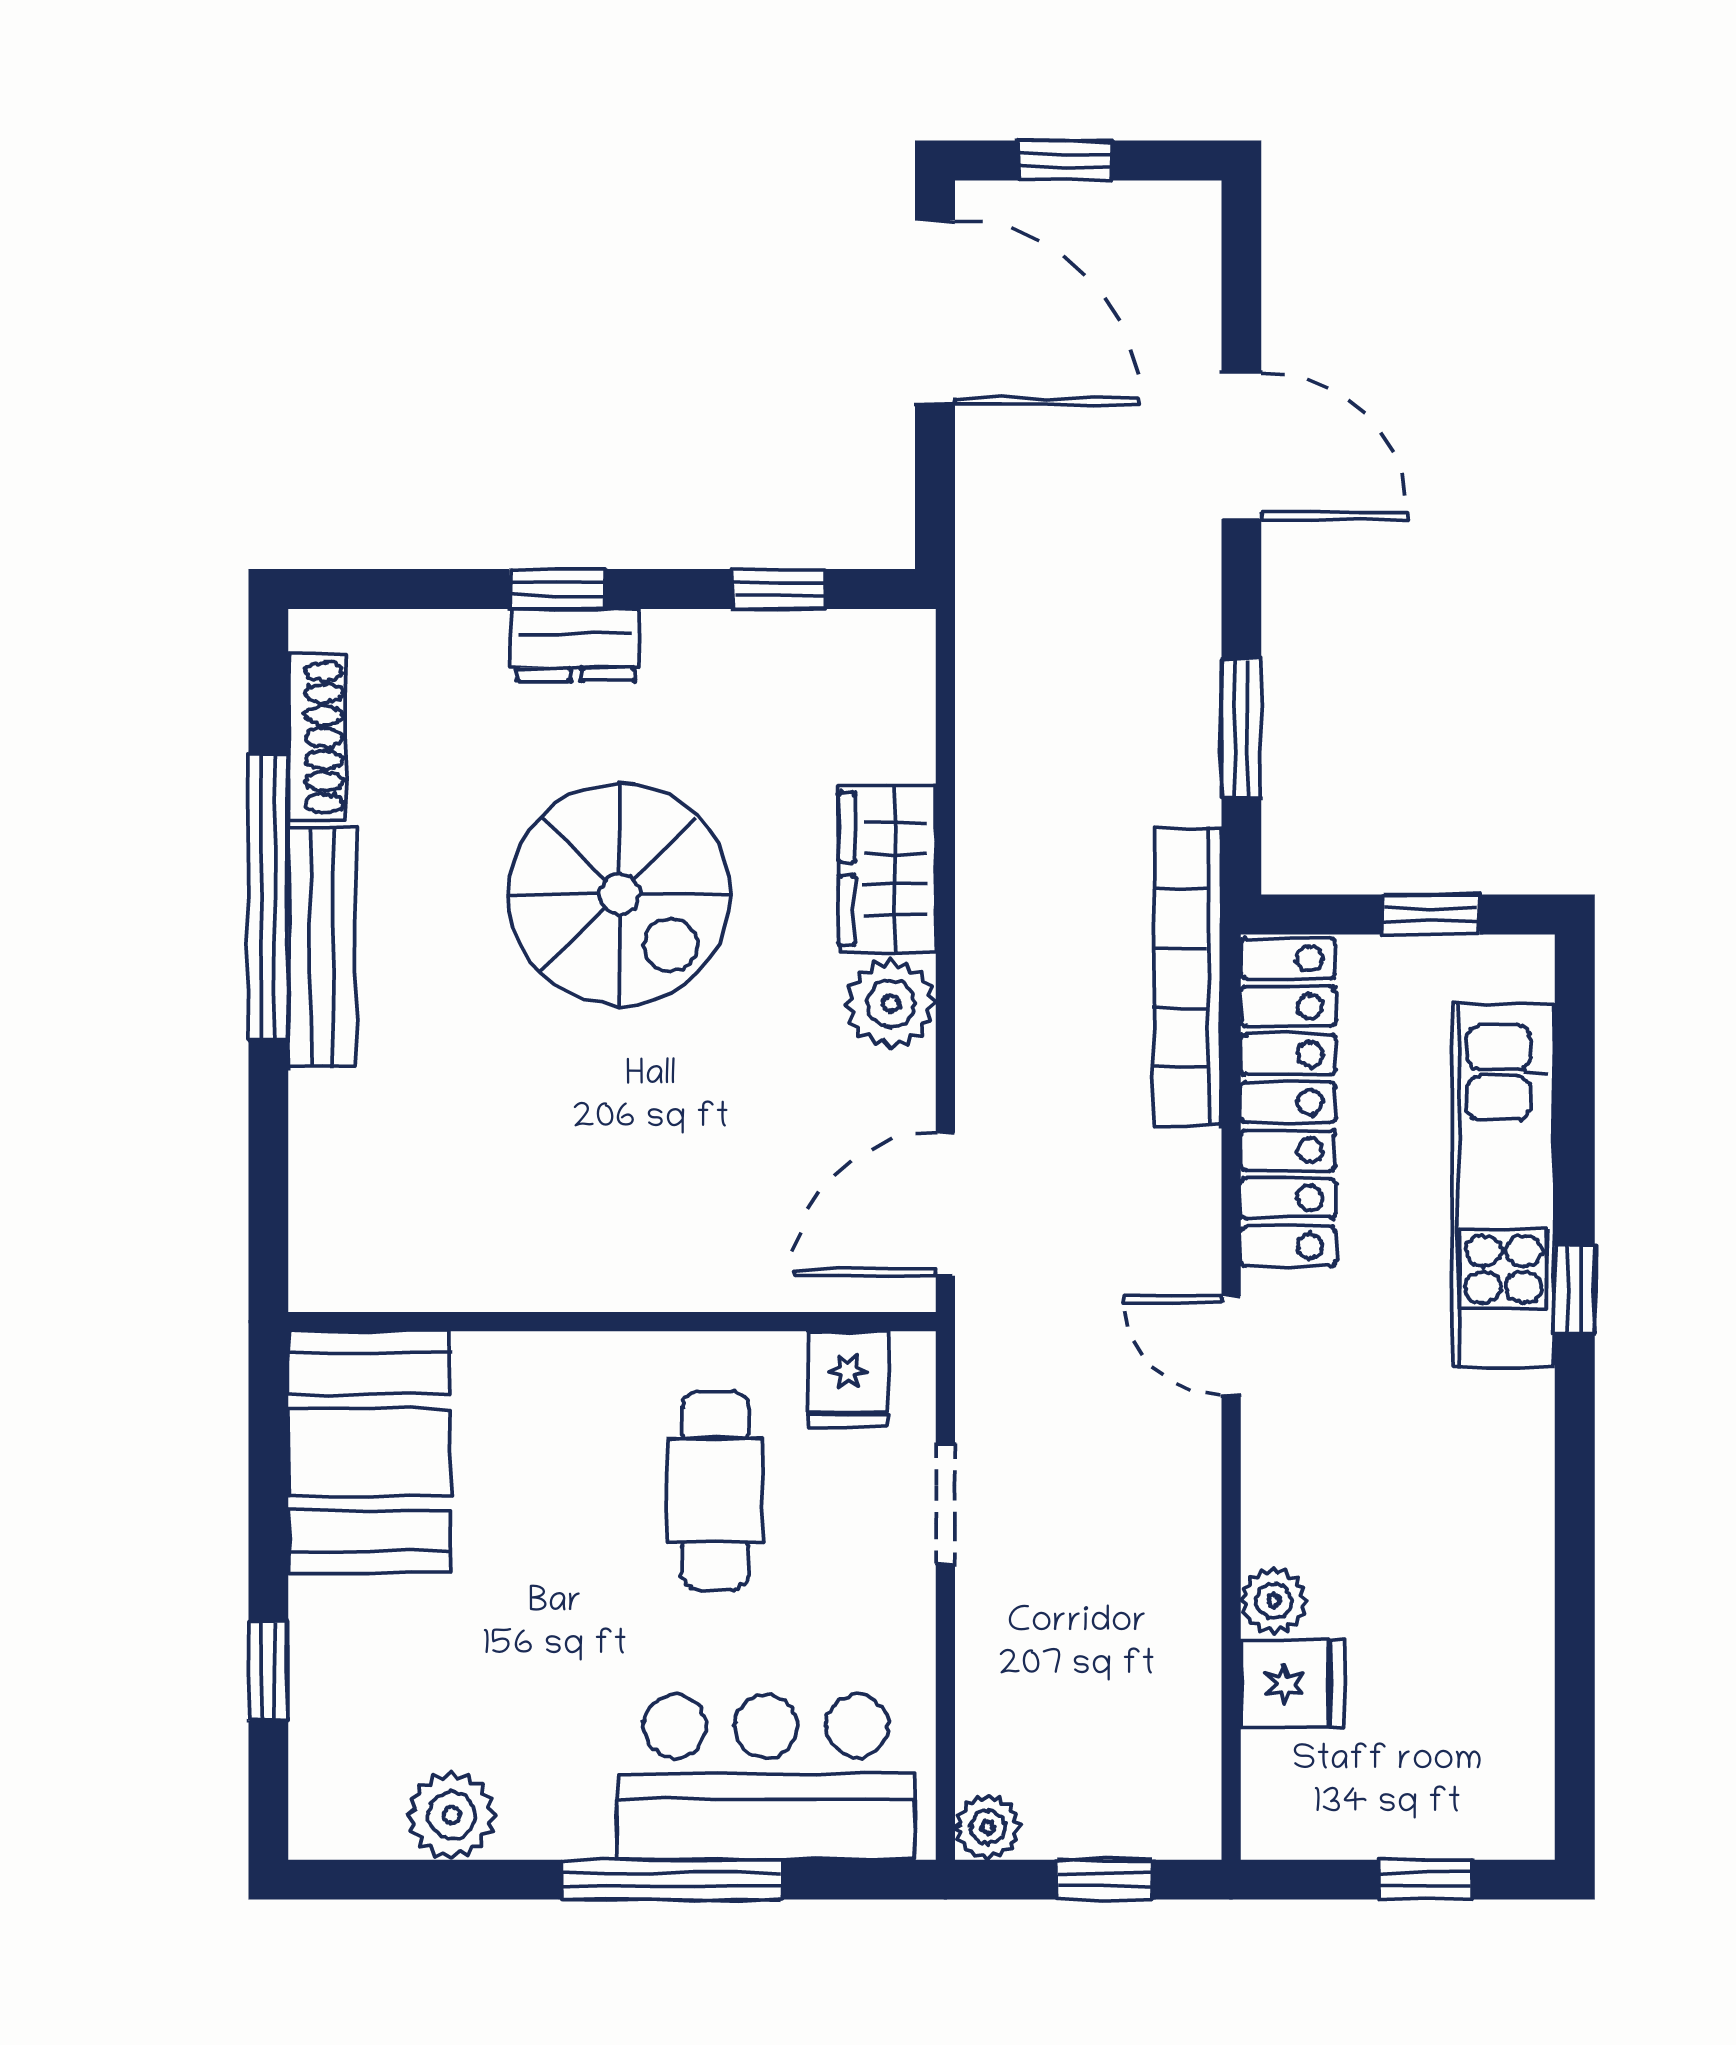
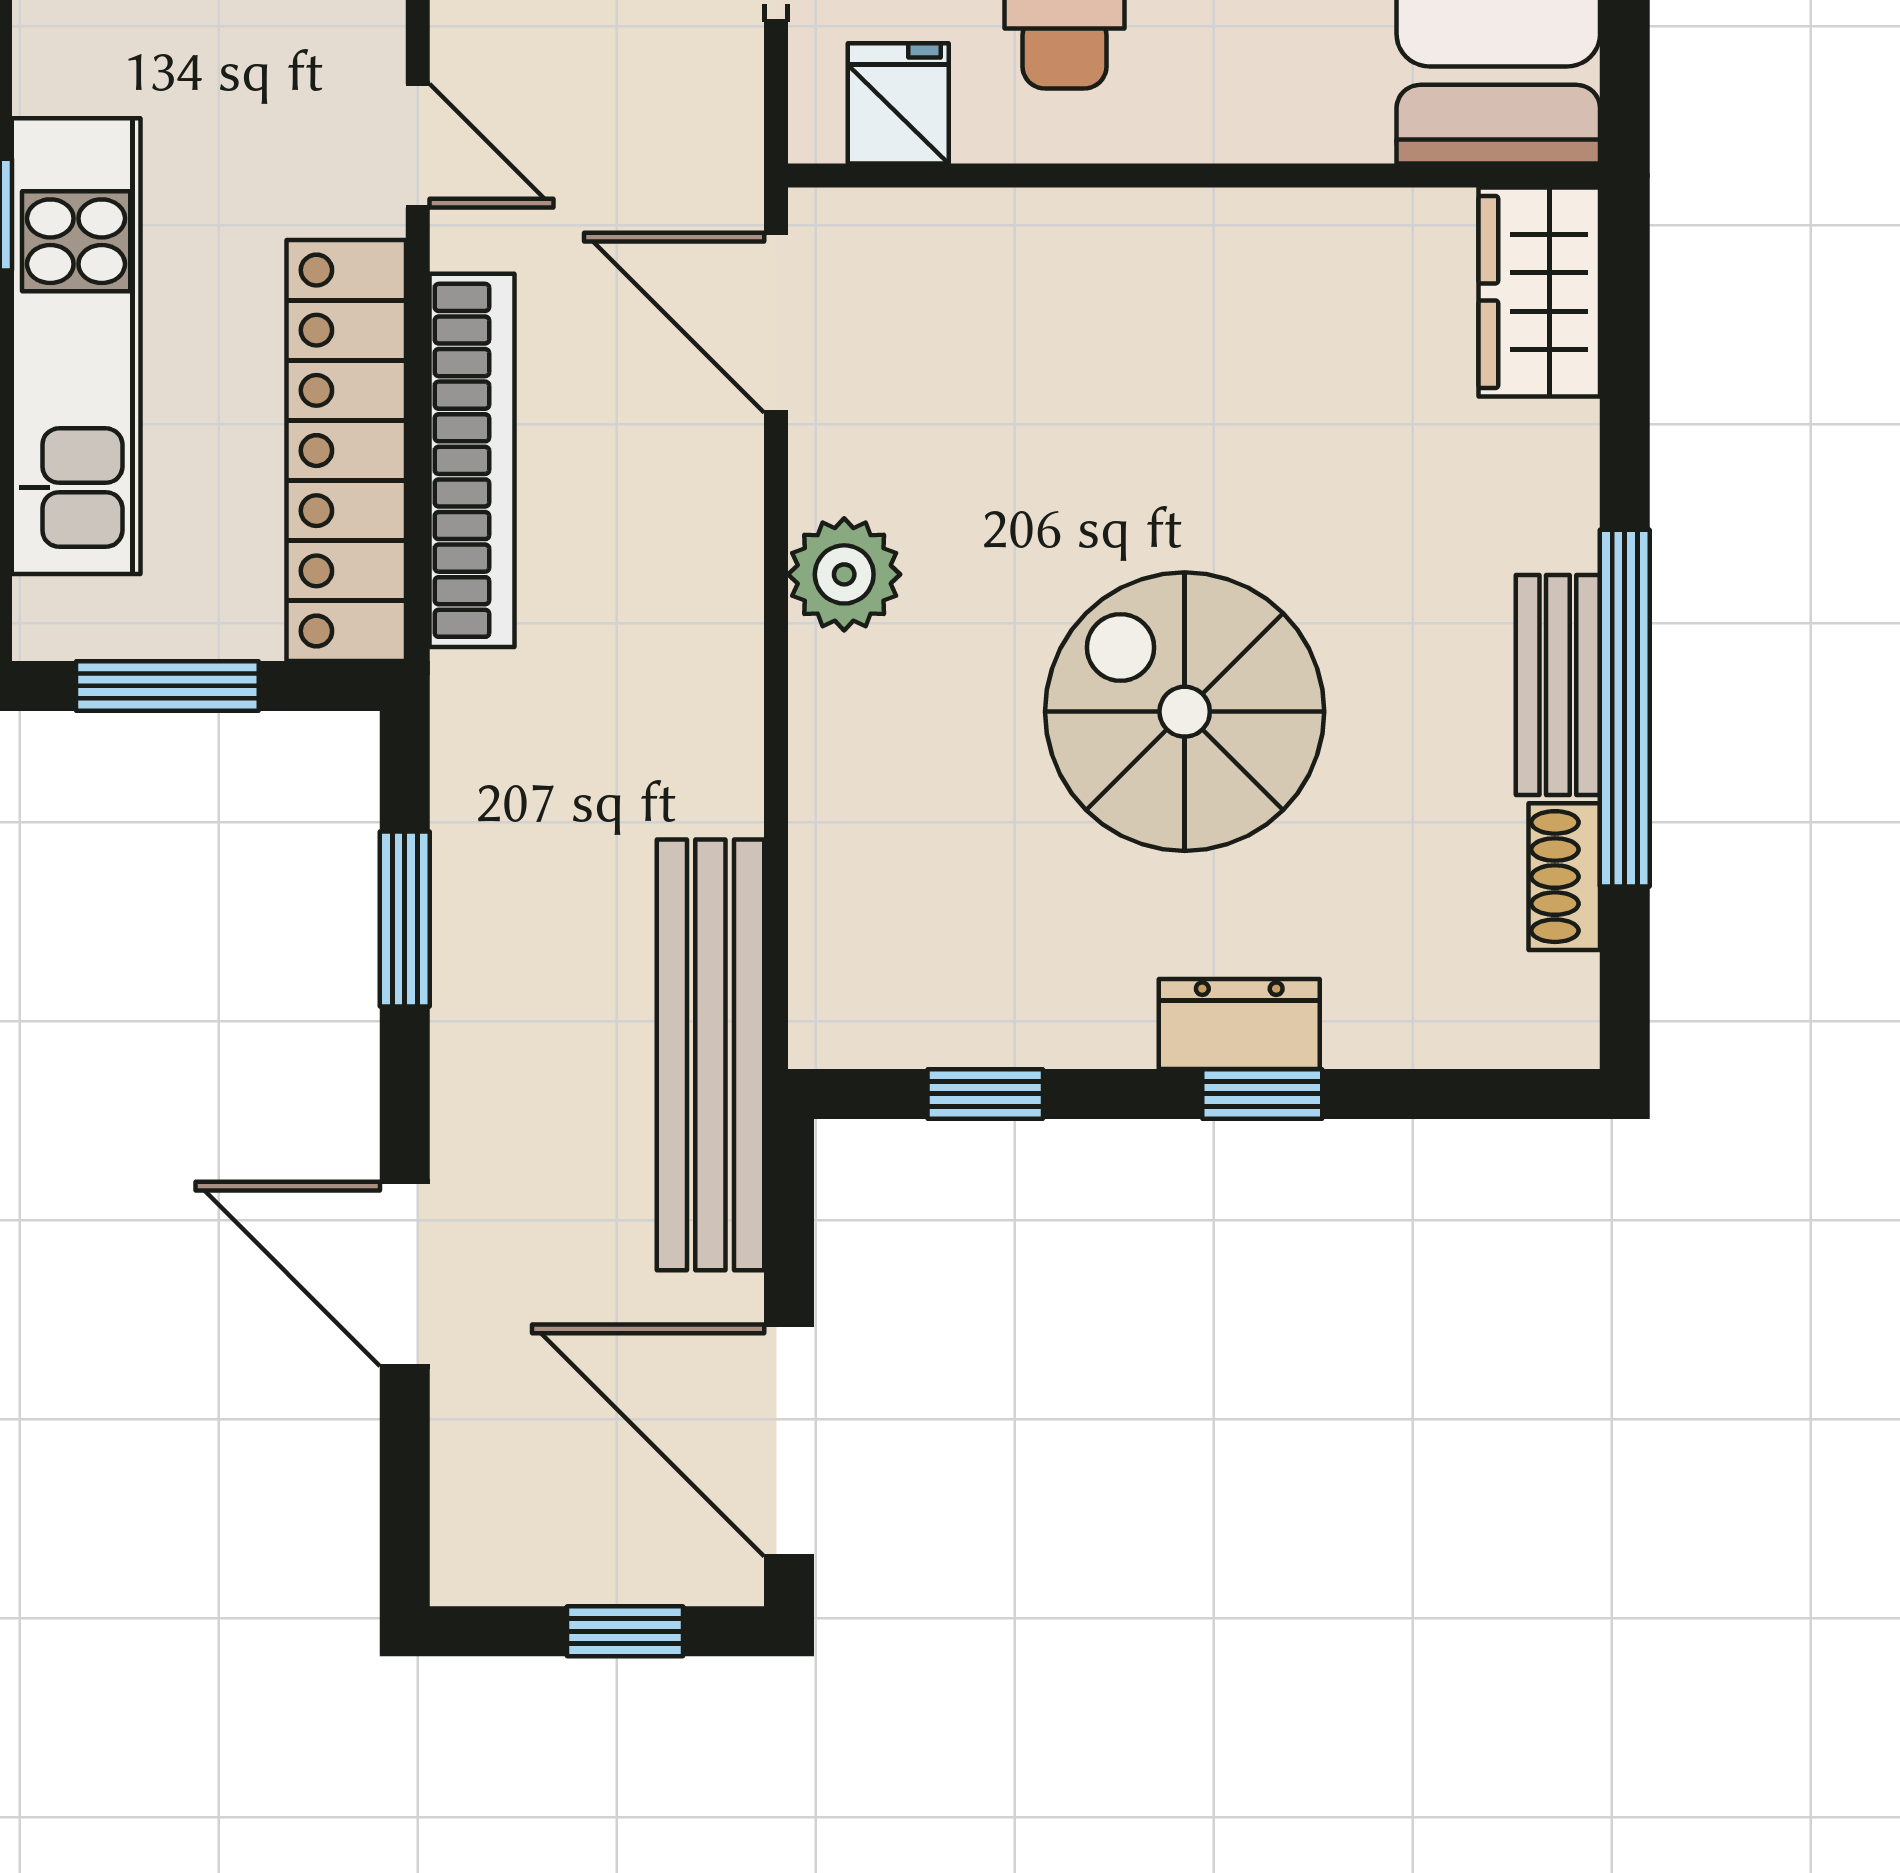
bench: (998, 620) -> (710, 1055), added
shoe rack: (317, 737) -> (1564, 877), width x0.70
wardrobe: (887, 869) -> (1539, 292), moved, turned 180
window: (1431, 914) -> (167, 686), width x1.50
bench: (322, 947) -> (1558, 685), width x0.73
bookcase: (1188, 977) -> (472, 460), moved
door: (945, 1204) -> (776, 323), swing flipped

